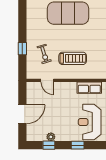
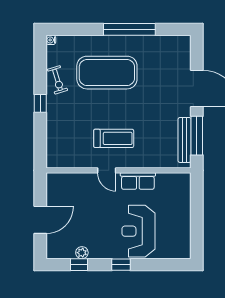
window: (22, 49) -> (40, 103), moved
exercise bike: (44, 54) -> (57, 80), moved
door: (47, 80) -> (107, 170), moved

